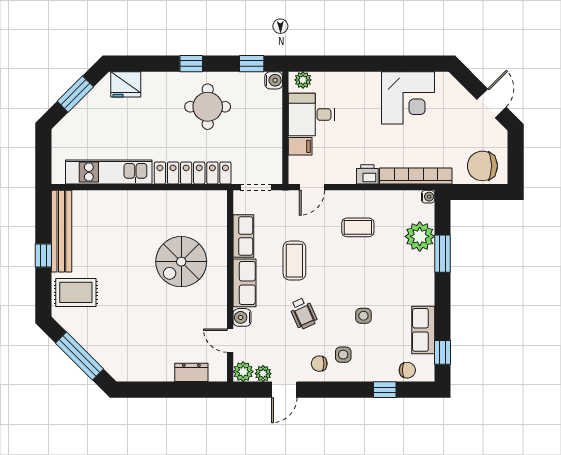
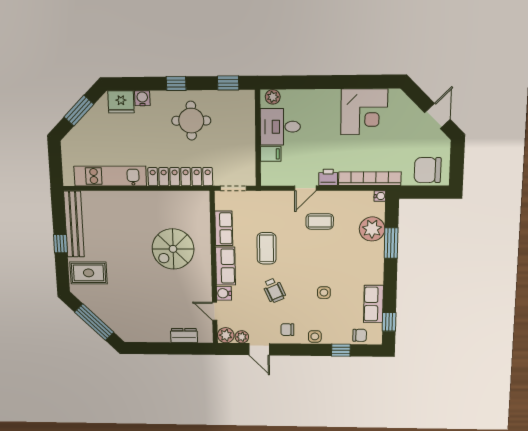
water cooler: (274, 80) -> (142, 98), moved, turned -90
door: (312, 187) -> (305, 188), moved
side table: (343, 355) -> (315, 336), moved
door: (284, 390) -> (259, 349), hinge flipped

